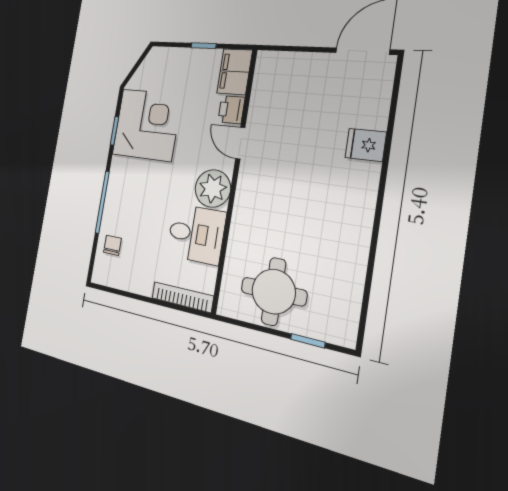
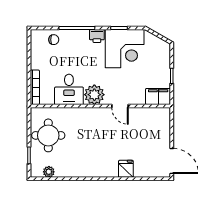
printer: (231, 110) -> (97, 36), moved, turned 180
door: (240, 143) -> (120, 106), swing flipped
plant: (349, 307) -> (49, 172), added

